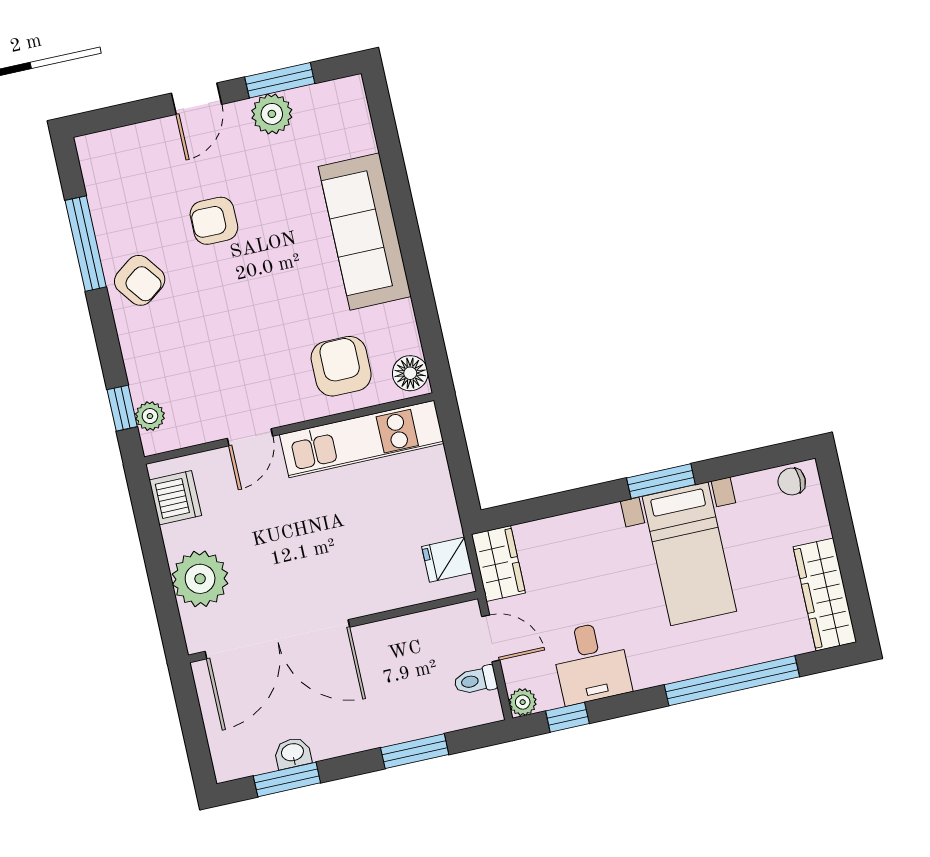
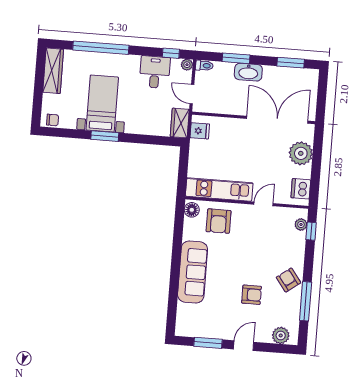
plant: (272, 114) -> (281, 335), moved
toilet: (475, 680) -> (204, 66), moved
washbasin: (293, 753) -> (248, 72), moved, width x1.91, depth x1.45

